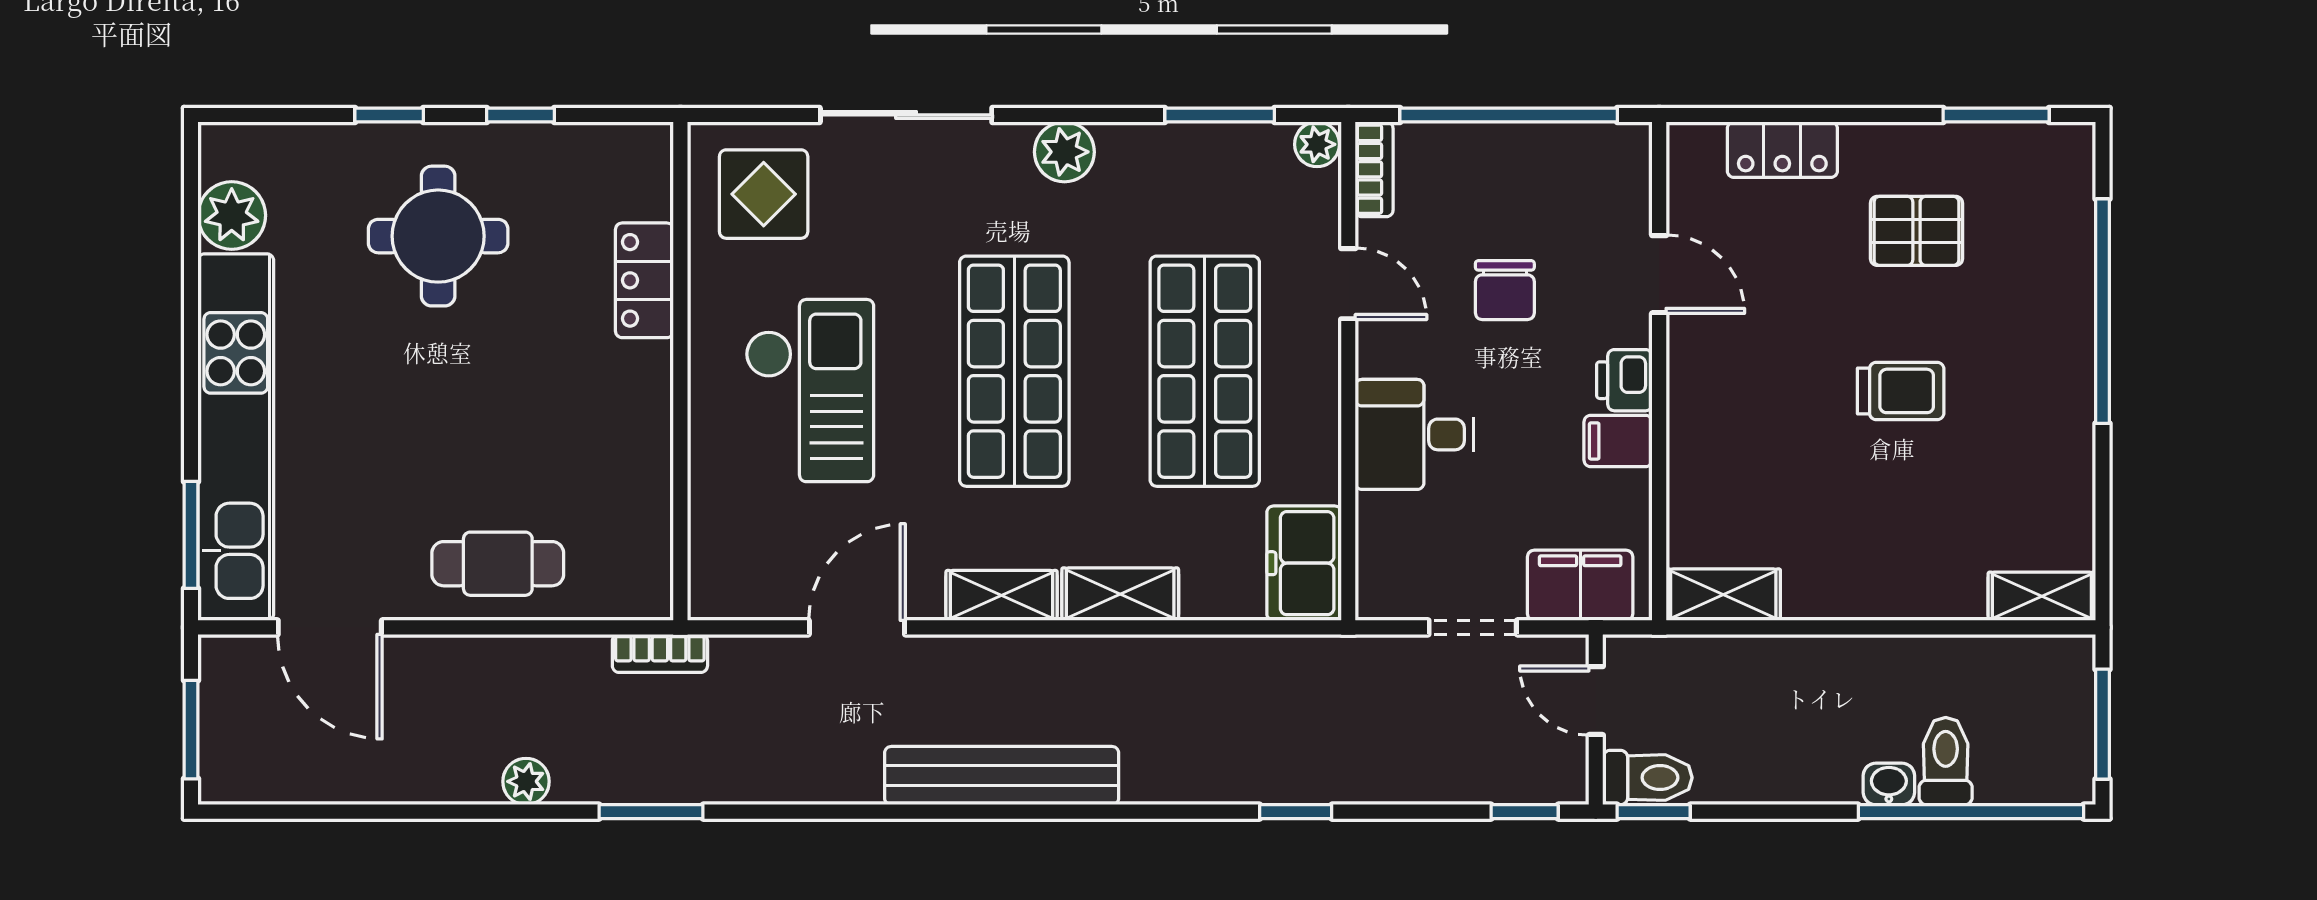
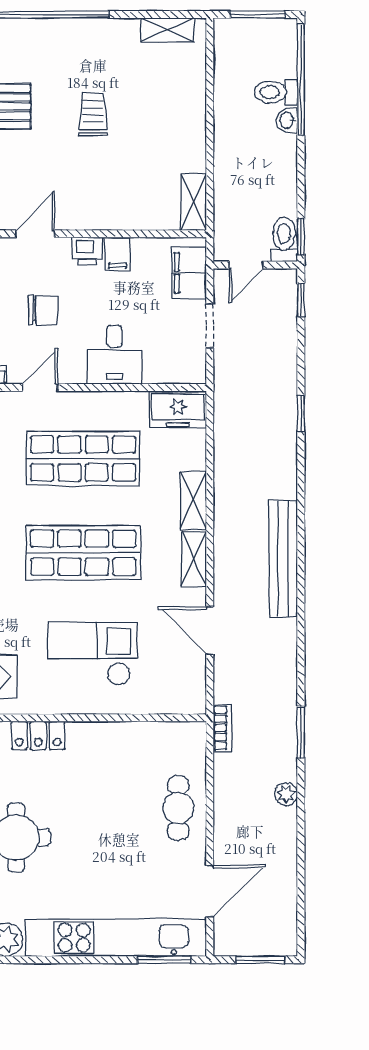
shelving: (2042, 596) -> (168, 30), moved, turned 90

